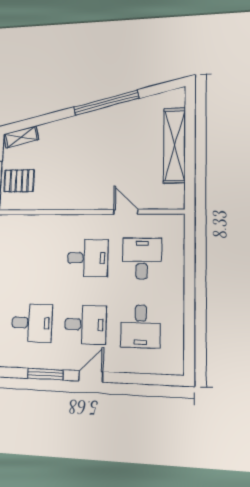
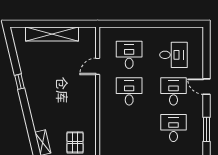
window: (106, 103) -> (20, 82), width x0.32
desk: (142, 258) -> (129, 55), turned 90
window: (45, 374) -> (207, 129), moved

